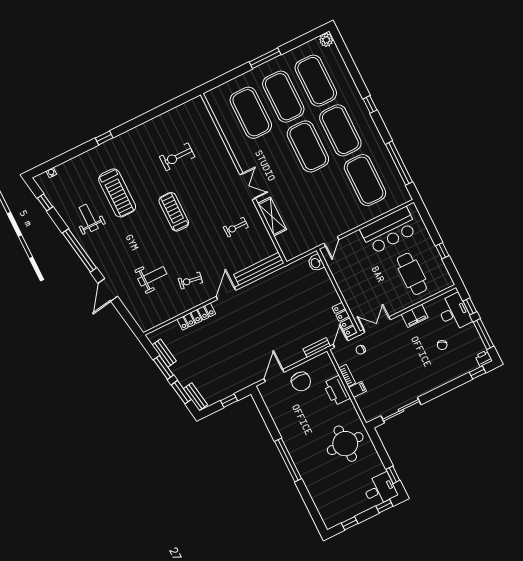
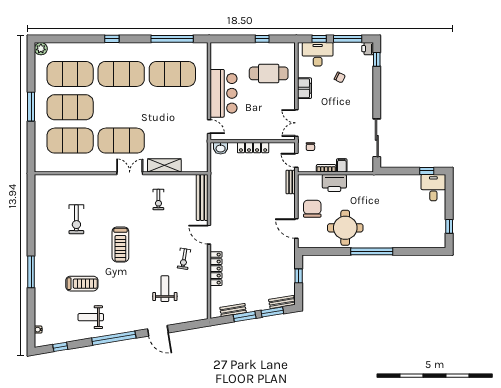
window: (104, 138) -> (31, 272), width x2.17
exercise mat: (308, 146) -> (121, 141), moved
treadmill: (117, 193) -> (82, 284), width x0.73, depth x0.73
treadmill: (174, 212) -> (120, 244), turned -90
bar counter: (389, 230) -> (224, 93), moved
locker: (345, 320) -> (253, 148), moved
chair: (301, 381) -> (312, 209), turned -90
round table: (345, 444) -> (345, 228), moved
window: (384, 506) -> (449, 191), removed

